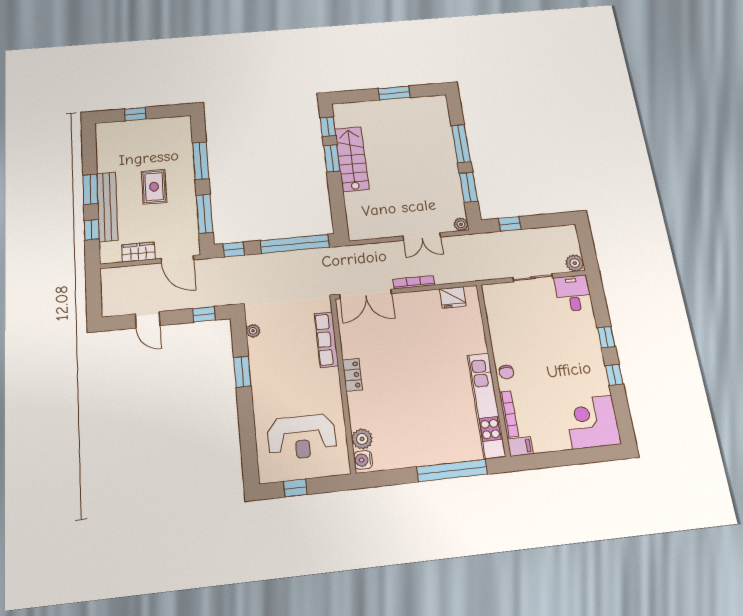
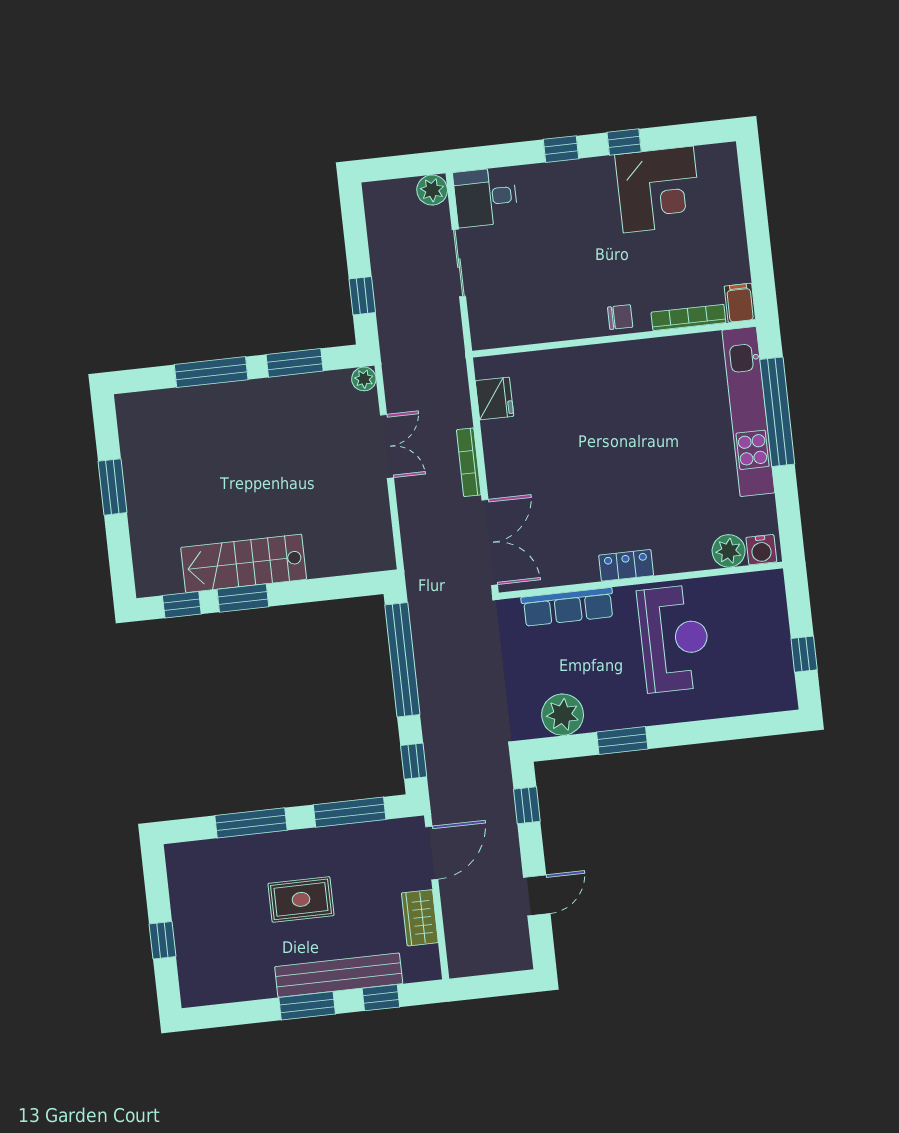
plant: (253, 331) -> (563, 715), width x1.88, depth x1.88
kitchen unit: (486, 405) -> (748, 411), moved, turned 90
corner desk: (592, 422) -> (658, 190), moved, turned -90
reception desk: (302, 437) -> (674, 639), moved

